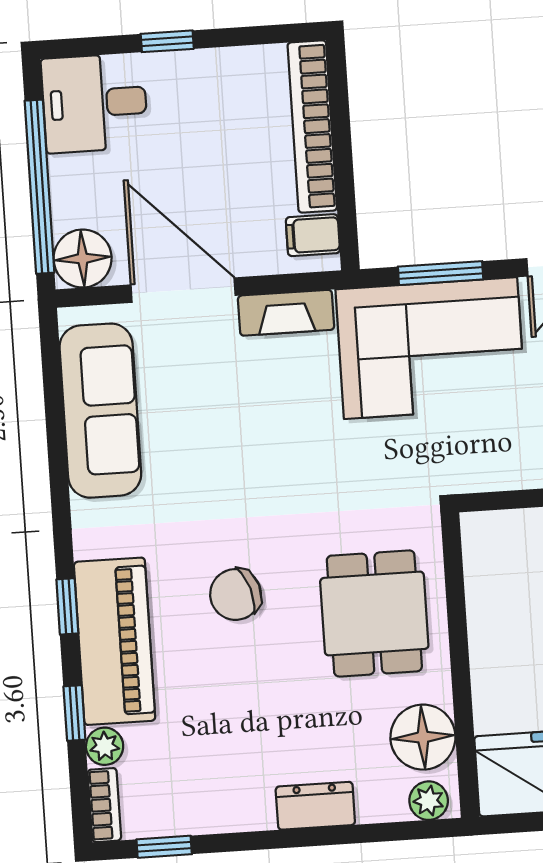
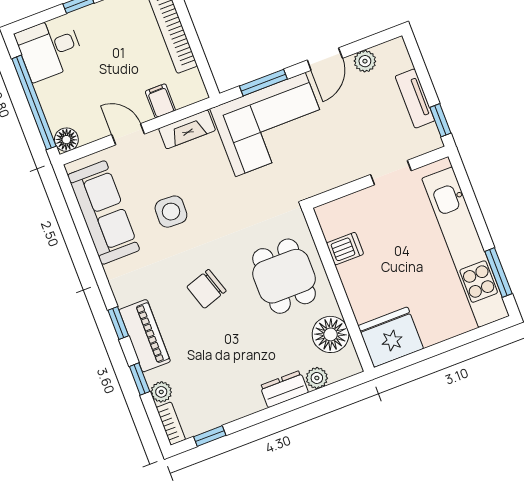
filing cabinet: (313, 235) -> (160, 101), moved, turned 90
floor lamp: (83, 258) -> (66, 140), width x0.73, depth x0.73
door: (183, 290) -> (128, 134), width x0.53
side table: (216, 444) -> (171, 212), added
dishwasher: (493, 598) -> (345, 249), added
piano: (115, 641) -> (145, 336), width x0.73, depth x0.75
plant: (429, 801) -> (317, 378), moved

